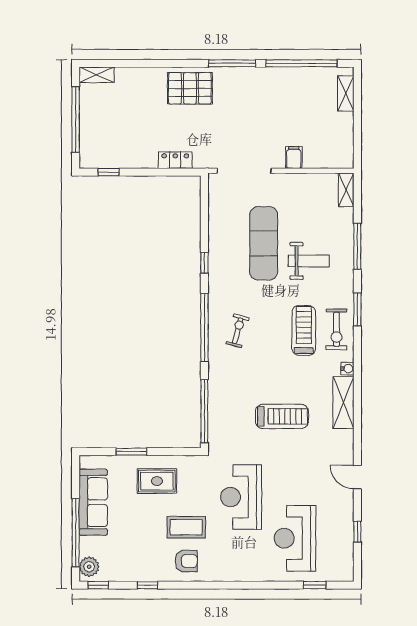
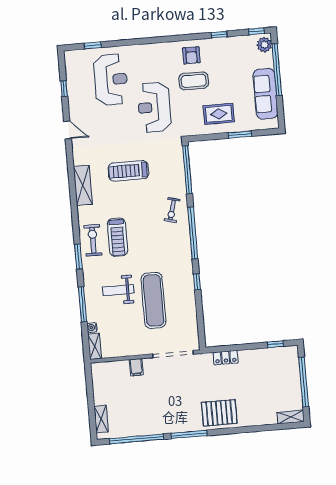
exercise bike: (238, 331) -> (172, 210), moved
water cooler: (347, 369) -> (92, 328), moved
reception desk: (241, 497) -> (154, 107), turned 180
armchair: (186, 561) -> (191, 55), turned -90

